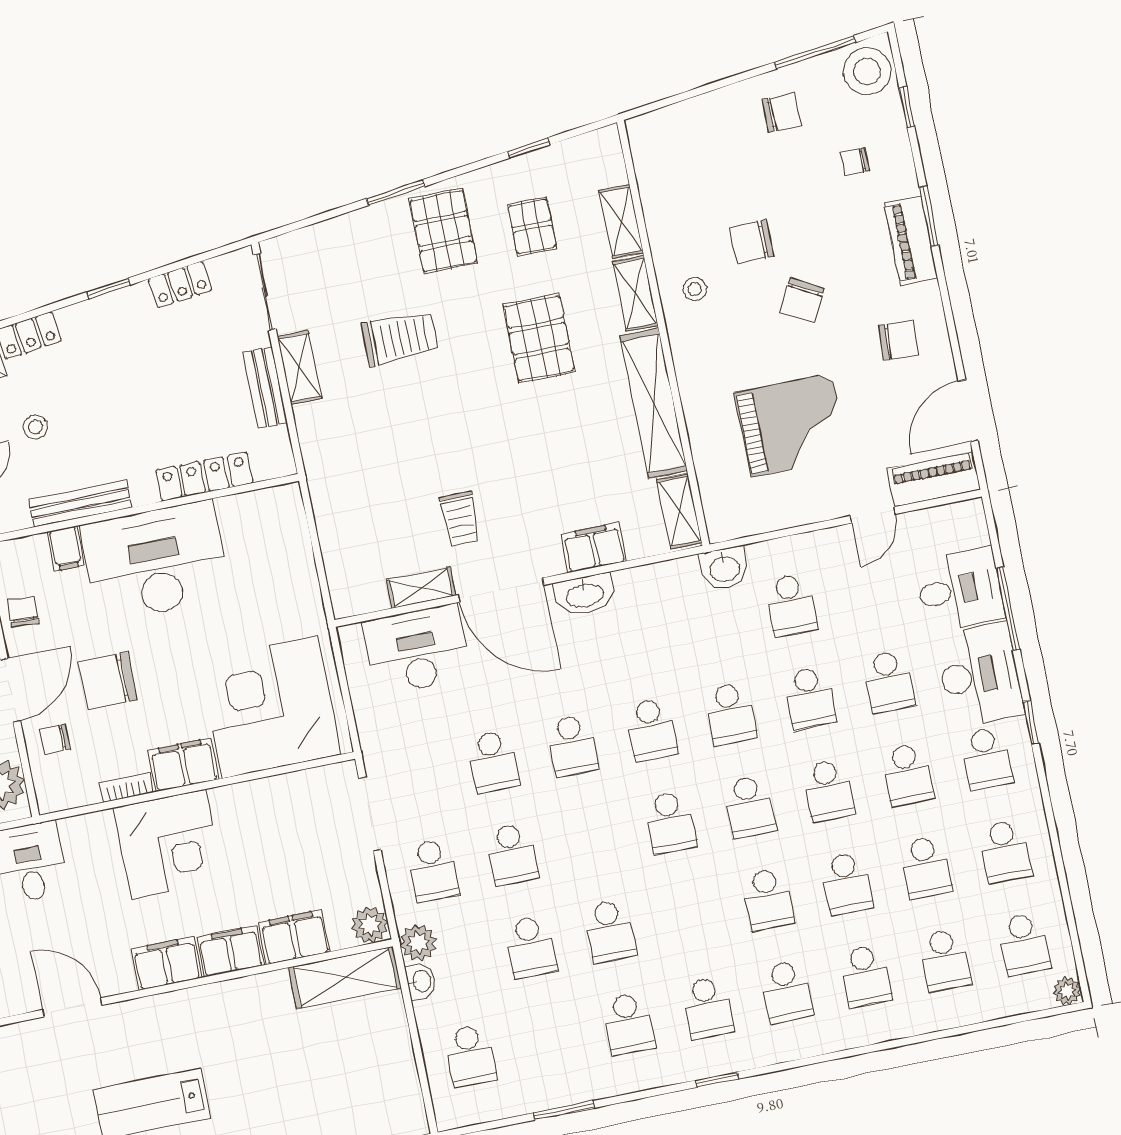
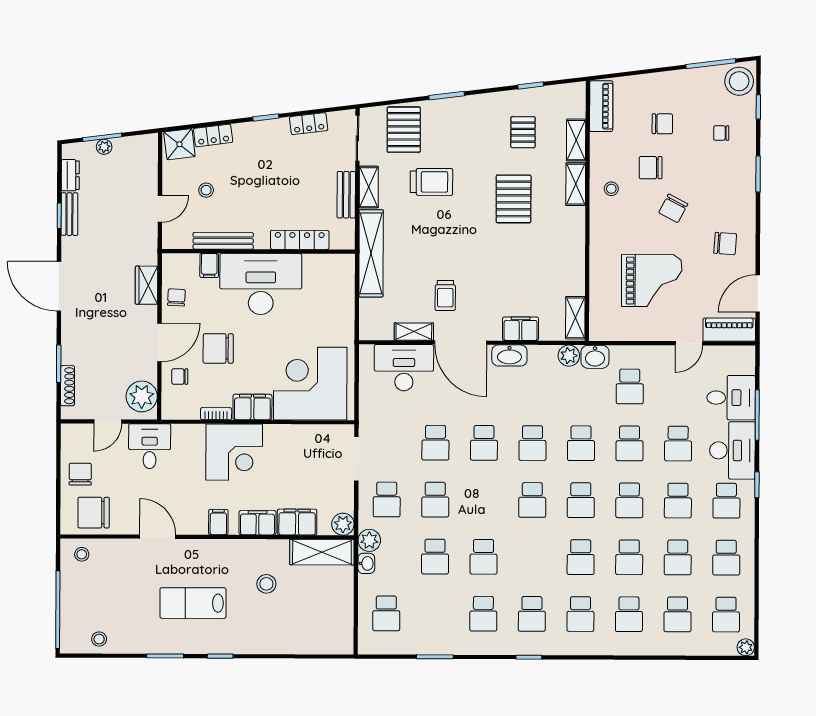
chair: (782, 113) -> (662, 124), moved
pallet: (443, 231) -> (404, 130), moved
piano: (911, 241) -> (601, 106), moved, turned 180
shelving: (654, 403) -> (371, 253), moved
plant: (681, 575) -> (569, 356), added
filing cabinet: (166, 963) -> (218, 522), width x0.50
stool: (265, 1048) -> (266, 584), added

